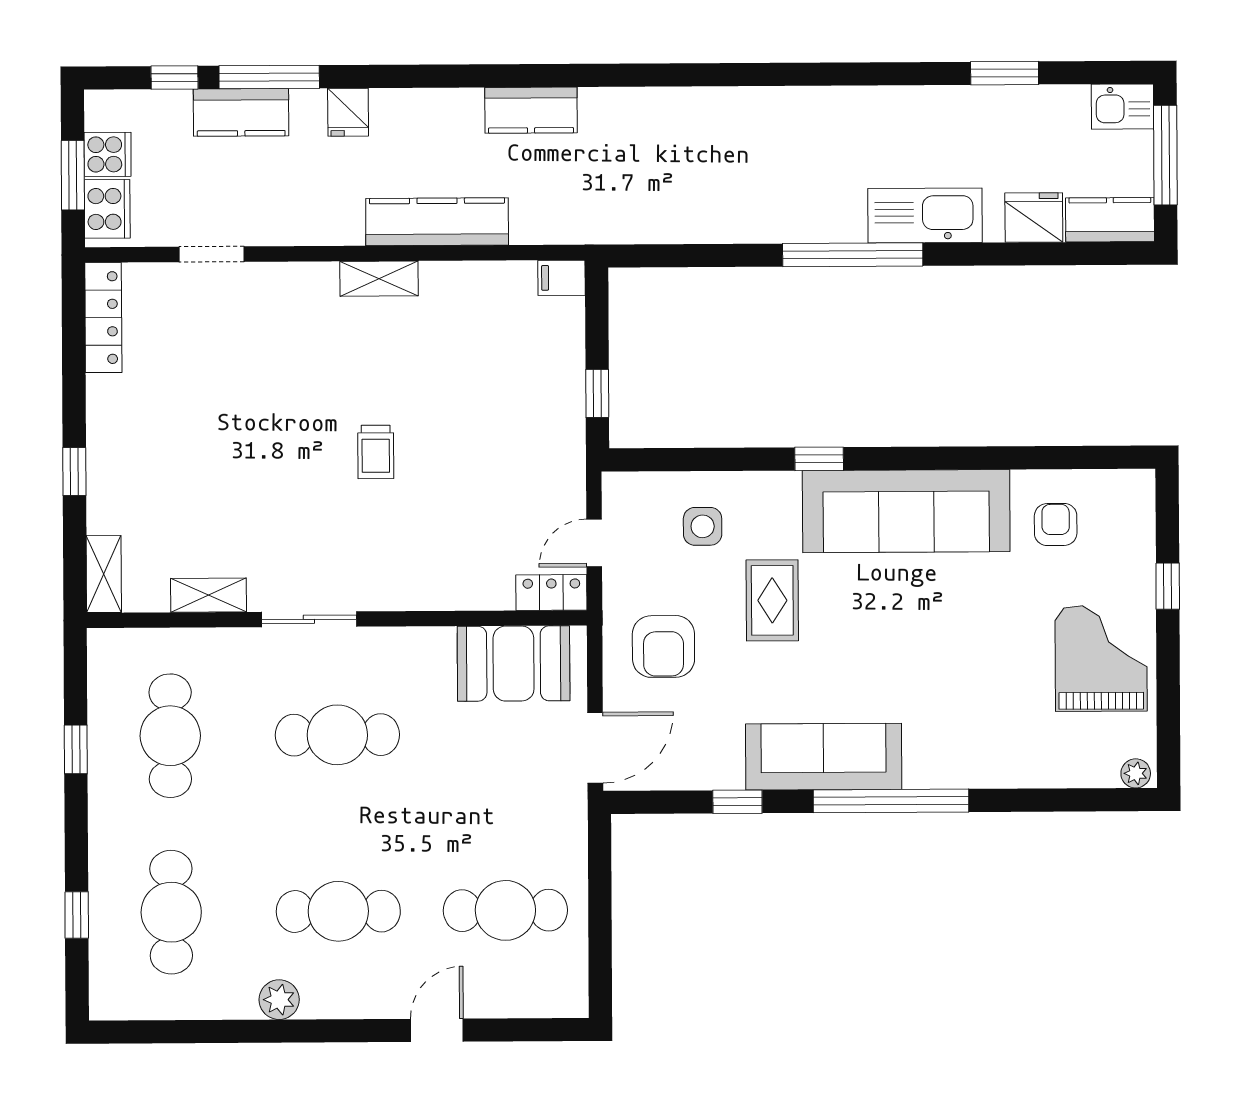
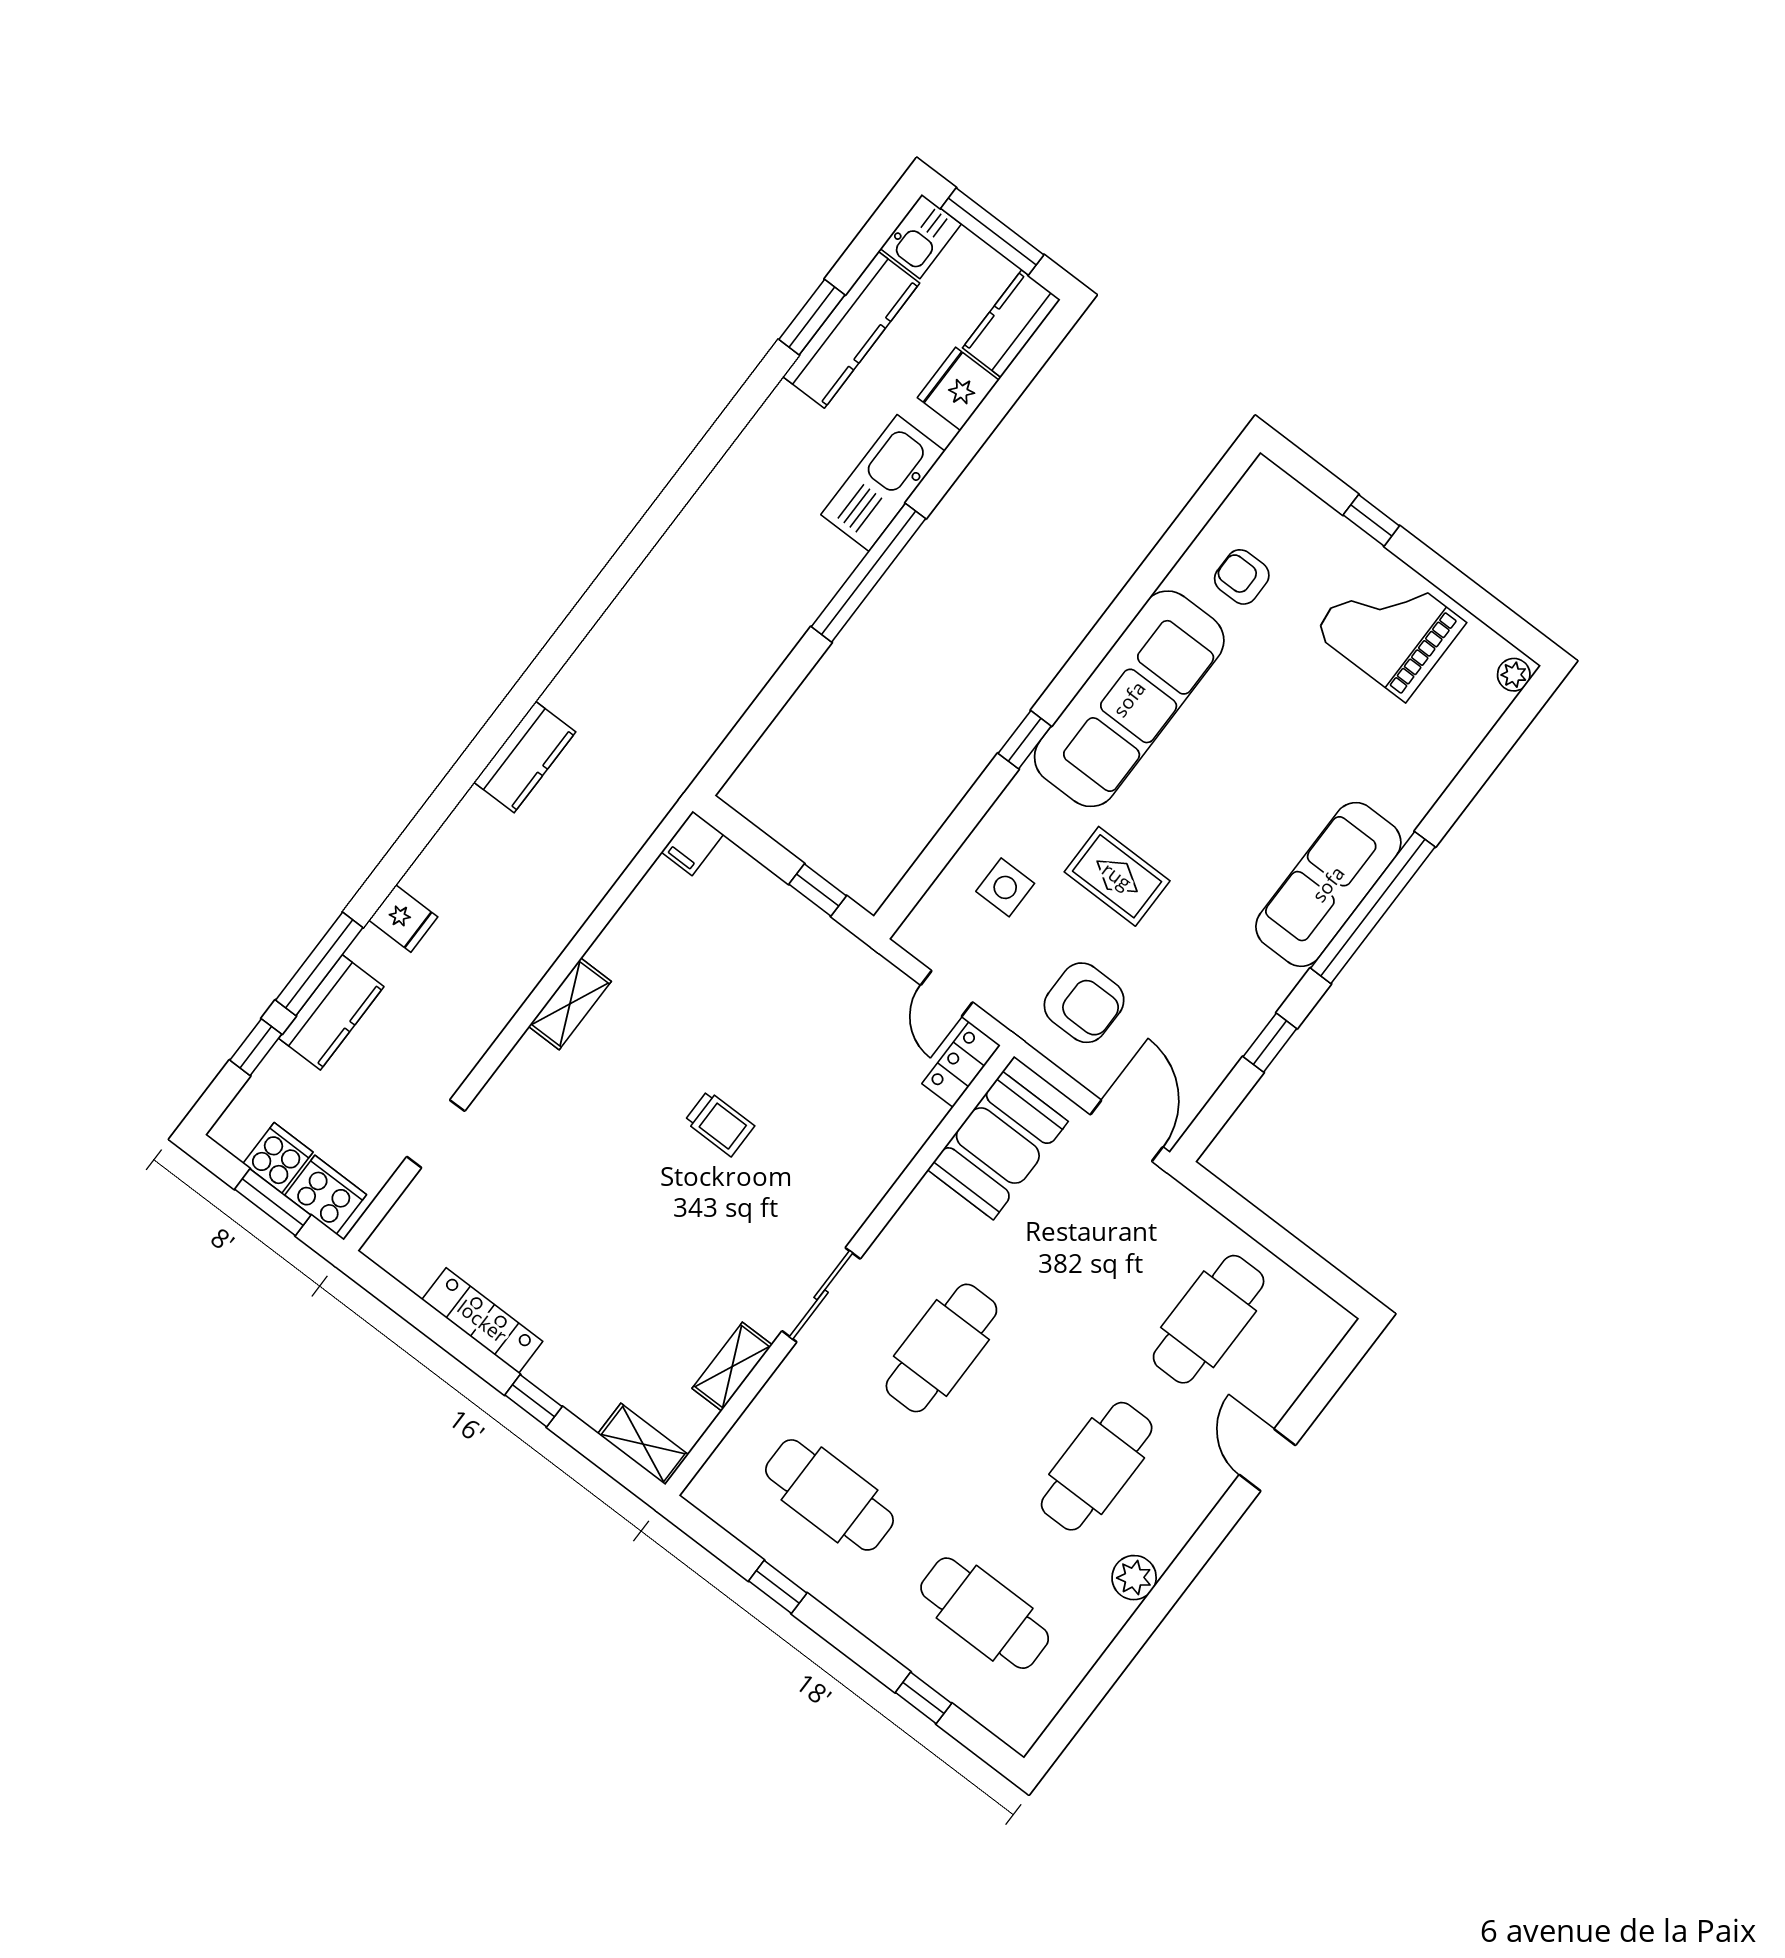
kitchen counter: (437, 222) -> (851, 330), moved, turned 180
locker: (103, 318) -> (482, 1321), moved
sofa: (824, 757) -> (1328, 884), moved

